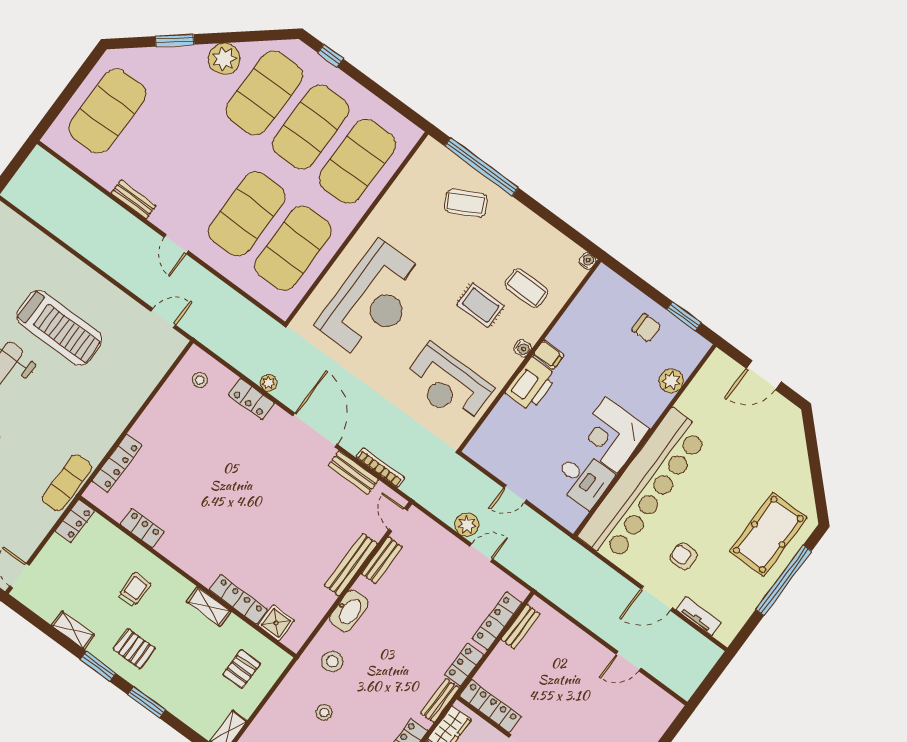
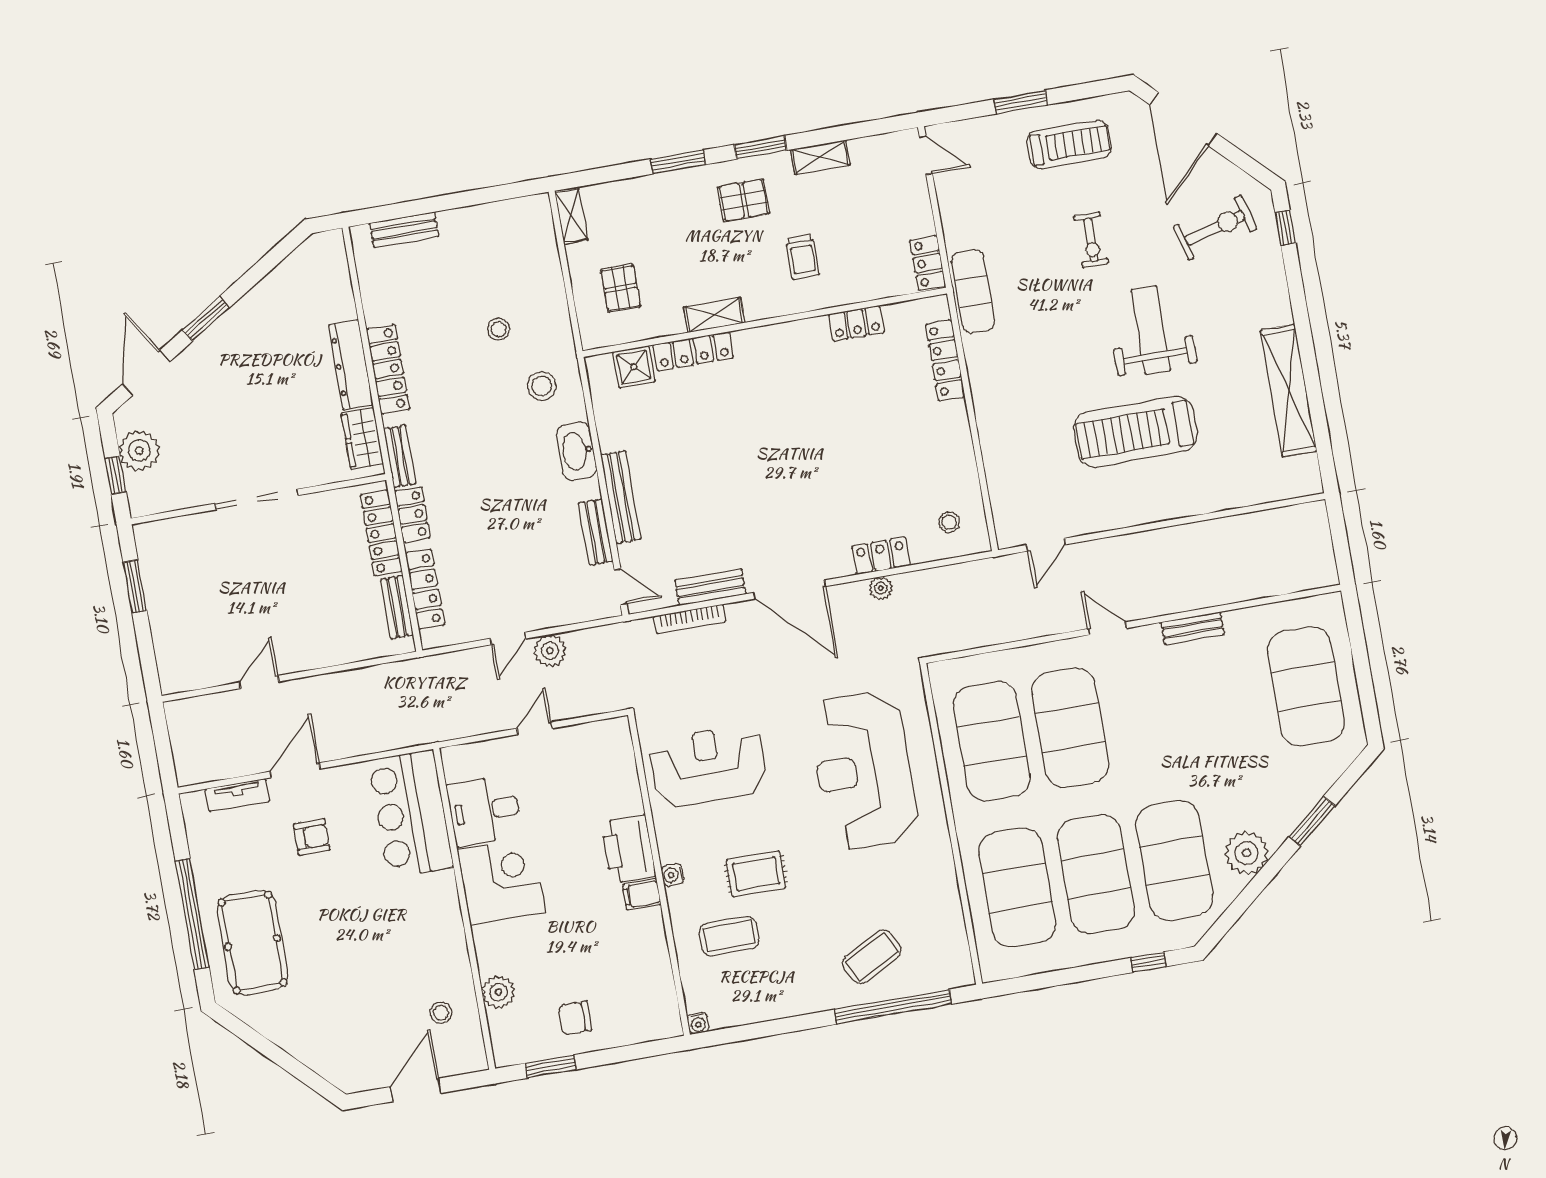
stool: (711, 401) -> (441, 1013), added
bar counter: (644, 486) -> (411, 814), width x0.54
locker: (490, 706) -> (381, 533), moved, turned 90

